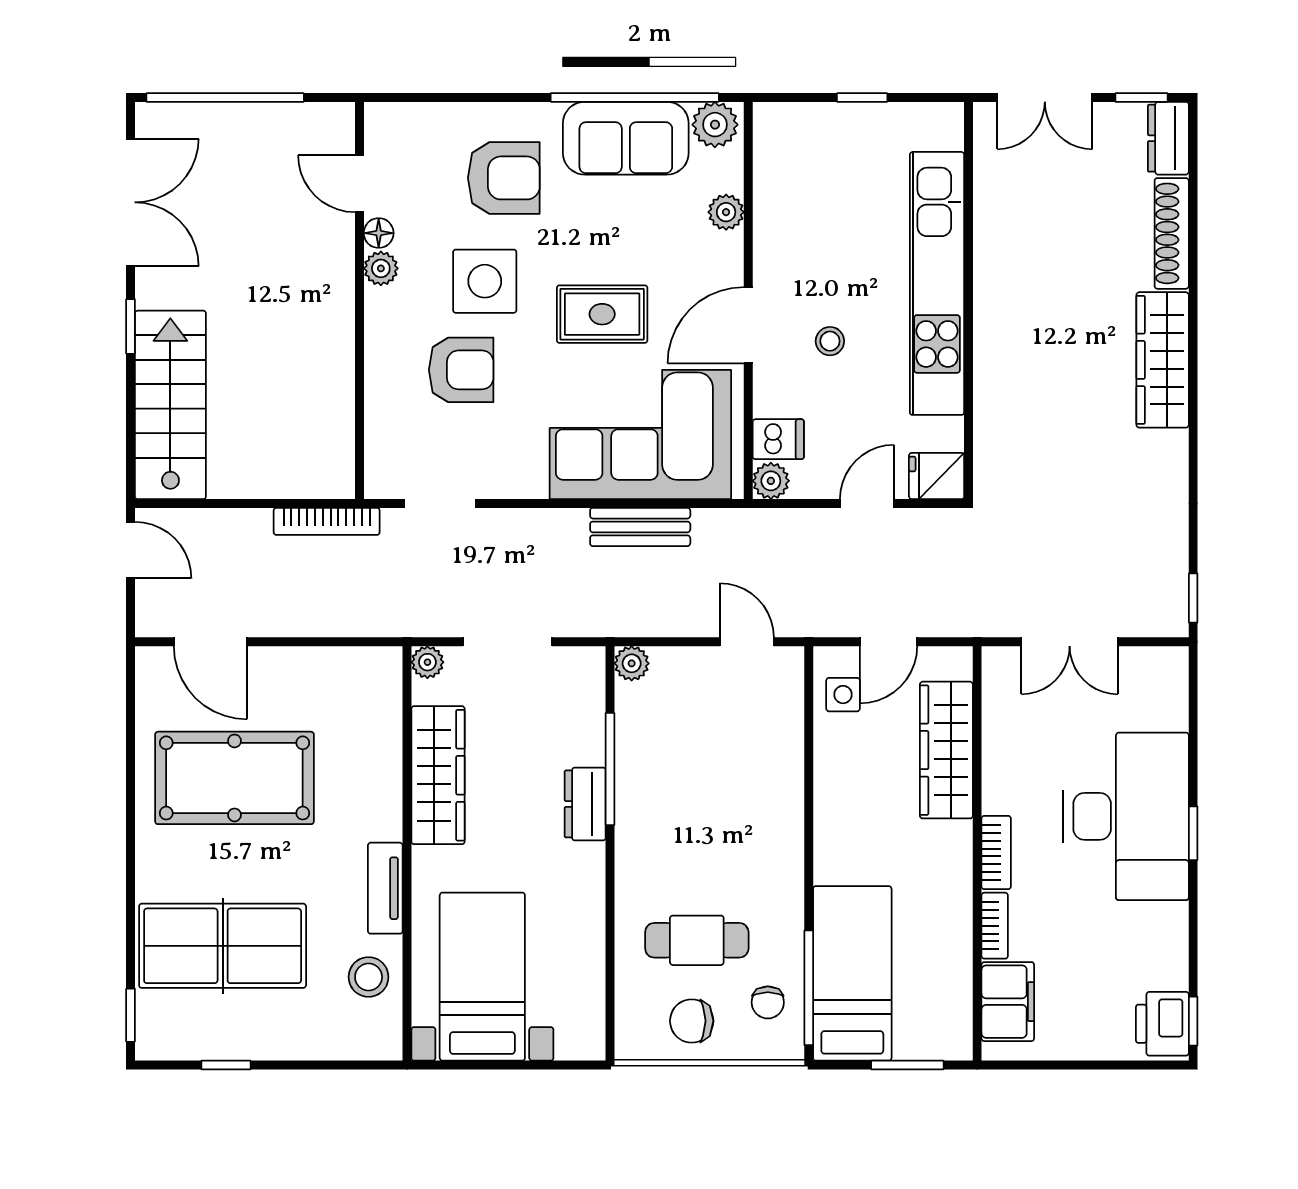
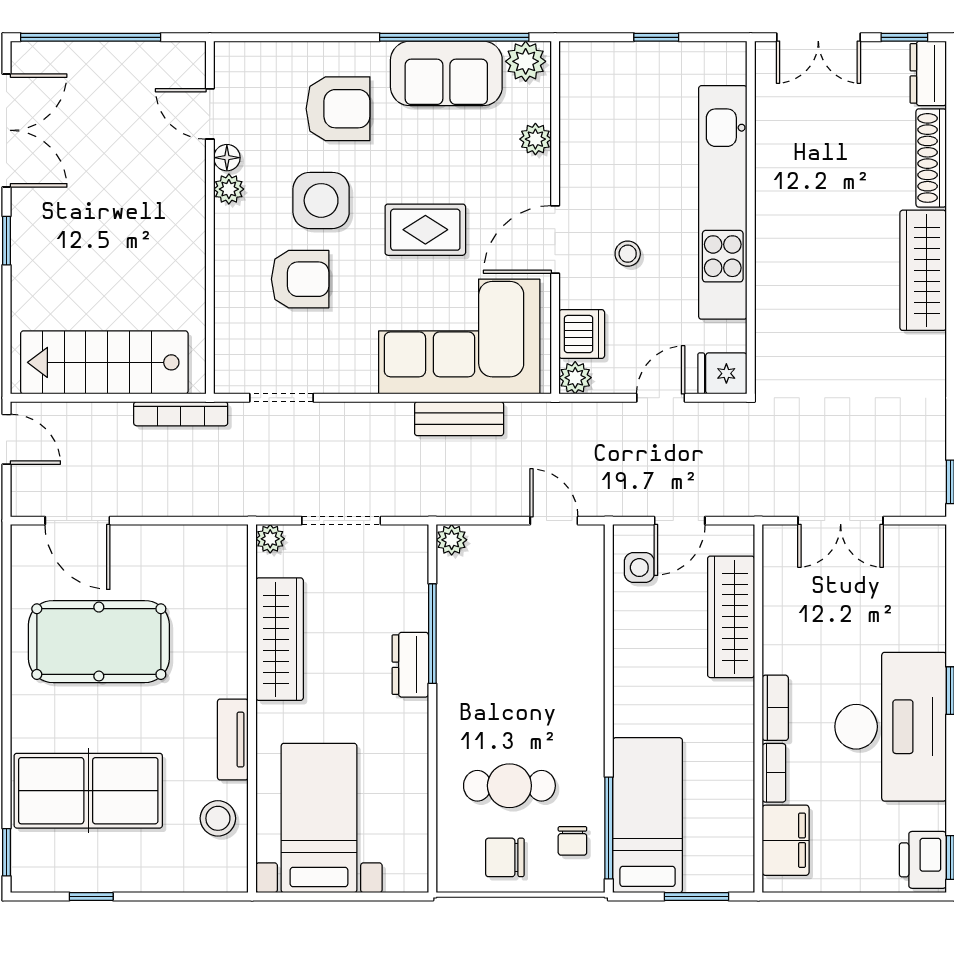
stairs: (170, 405) -> (104, 362), moved, turned -90
dishwasher: (778, 439) -> (582, 334), width x1.38
desk: (1126, 816) -> (891, 727), moved

